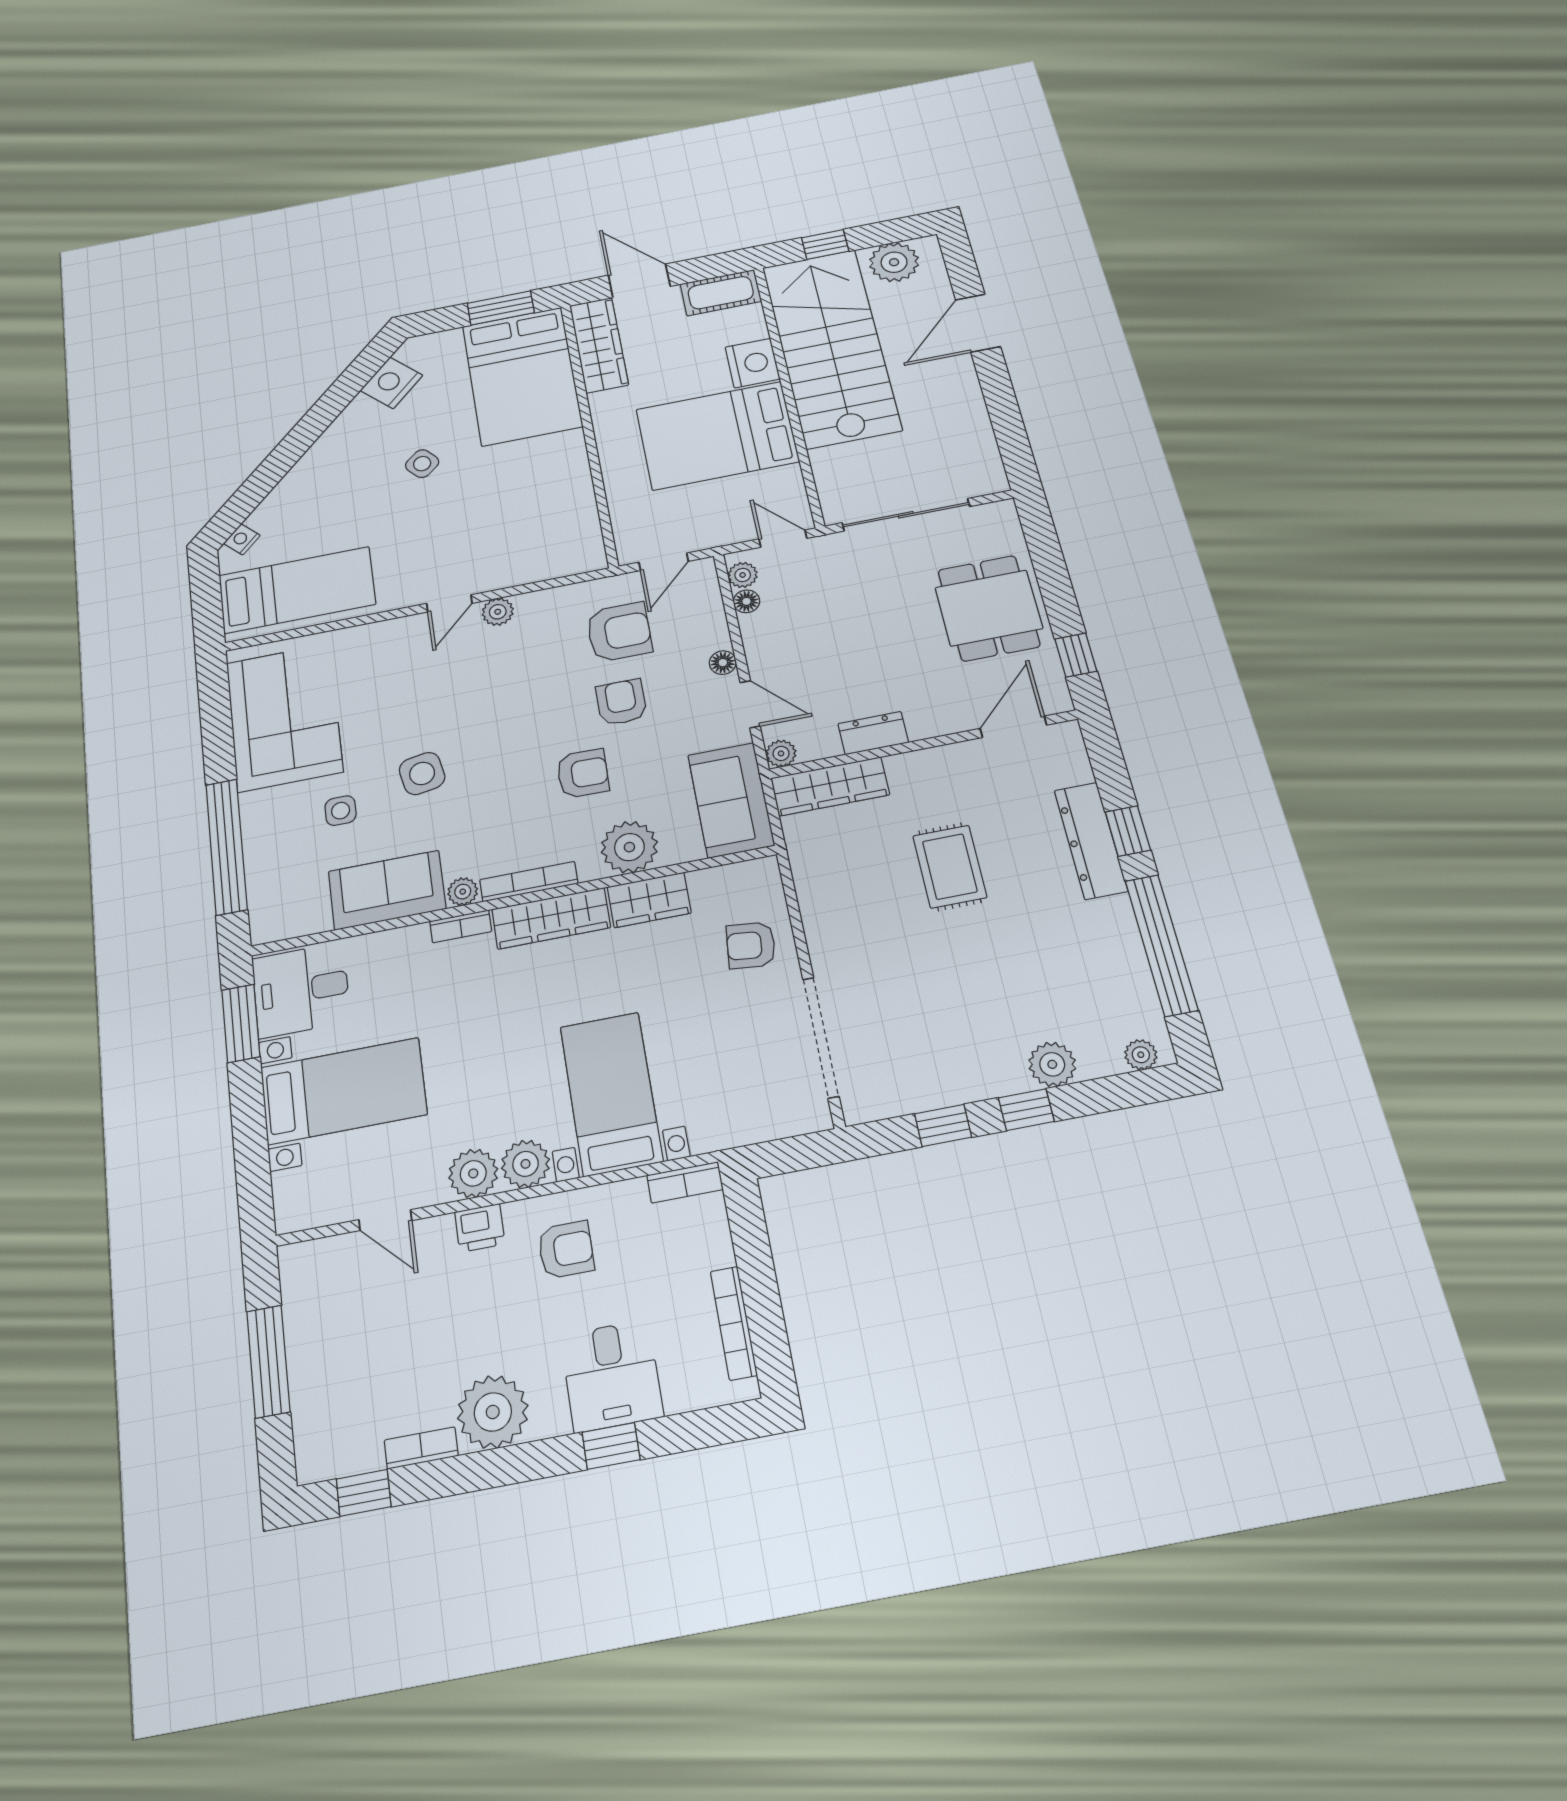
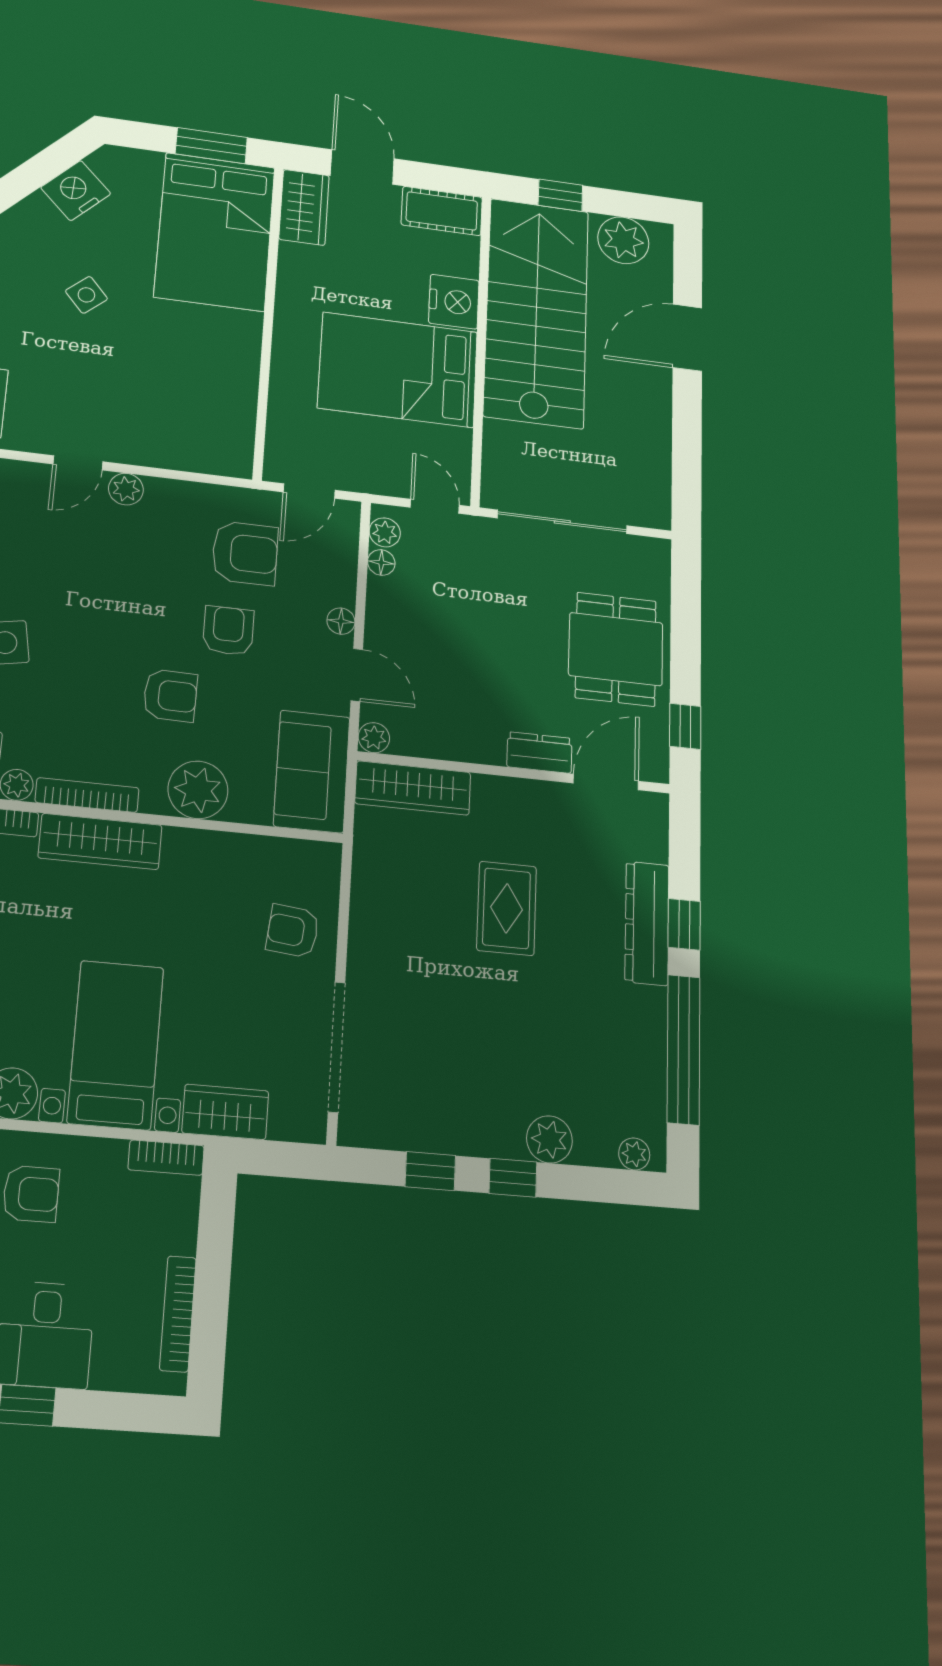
wardrobe: (599, 345) -> (304, 207), width x0.67
dresser: (873, 733) -> (539, 753), moved
wardrobe: (649, 900) -> (225, 1112), moved, turned 180

